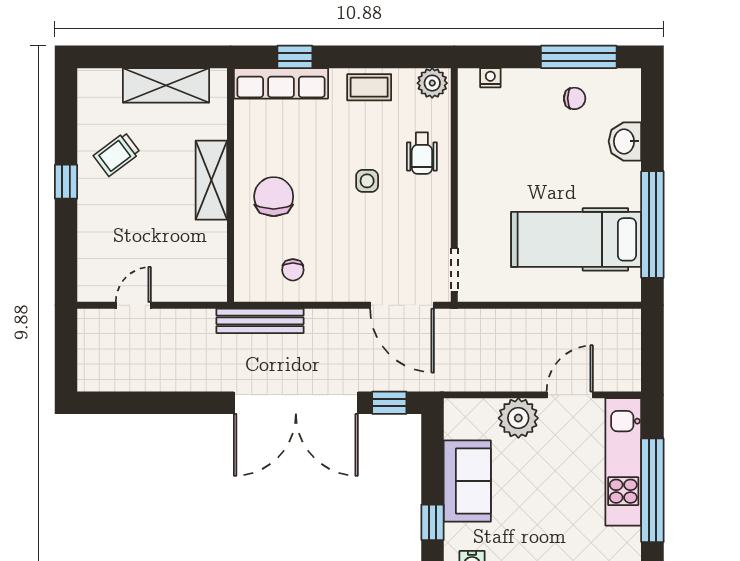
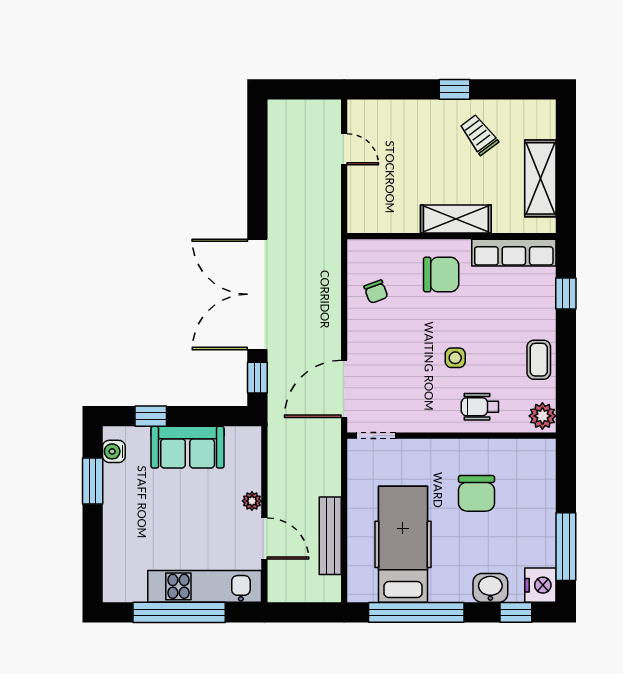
nightstand: (490, 78) -> (540, 585), moved, width x1.89, depth x1.79
row of seats: (281, 83) -> (514, 253), moved, turned -90
chair: (575, 98) -> (477, 493), moved, width x1.87, depth x1.87
window: (652, 113) -> (516, 612), added
chair: (293, 270) -> (376, 292), turned -110
bench: (260, 321) -> (330, 536), moved
plant: (518, 418) -> (252, 501), width x0.53, depth x0.53

